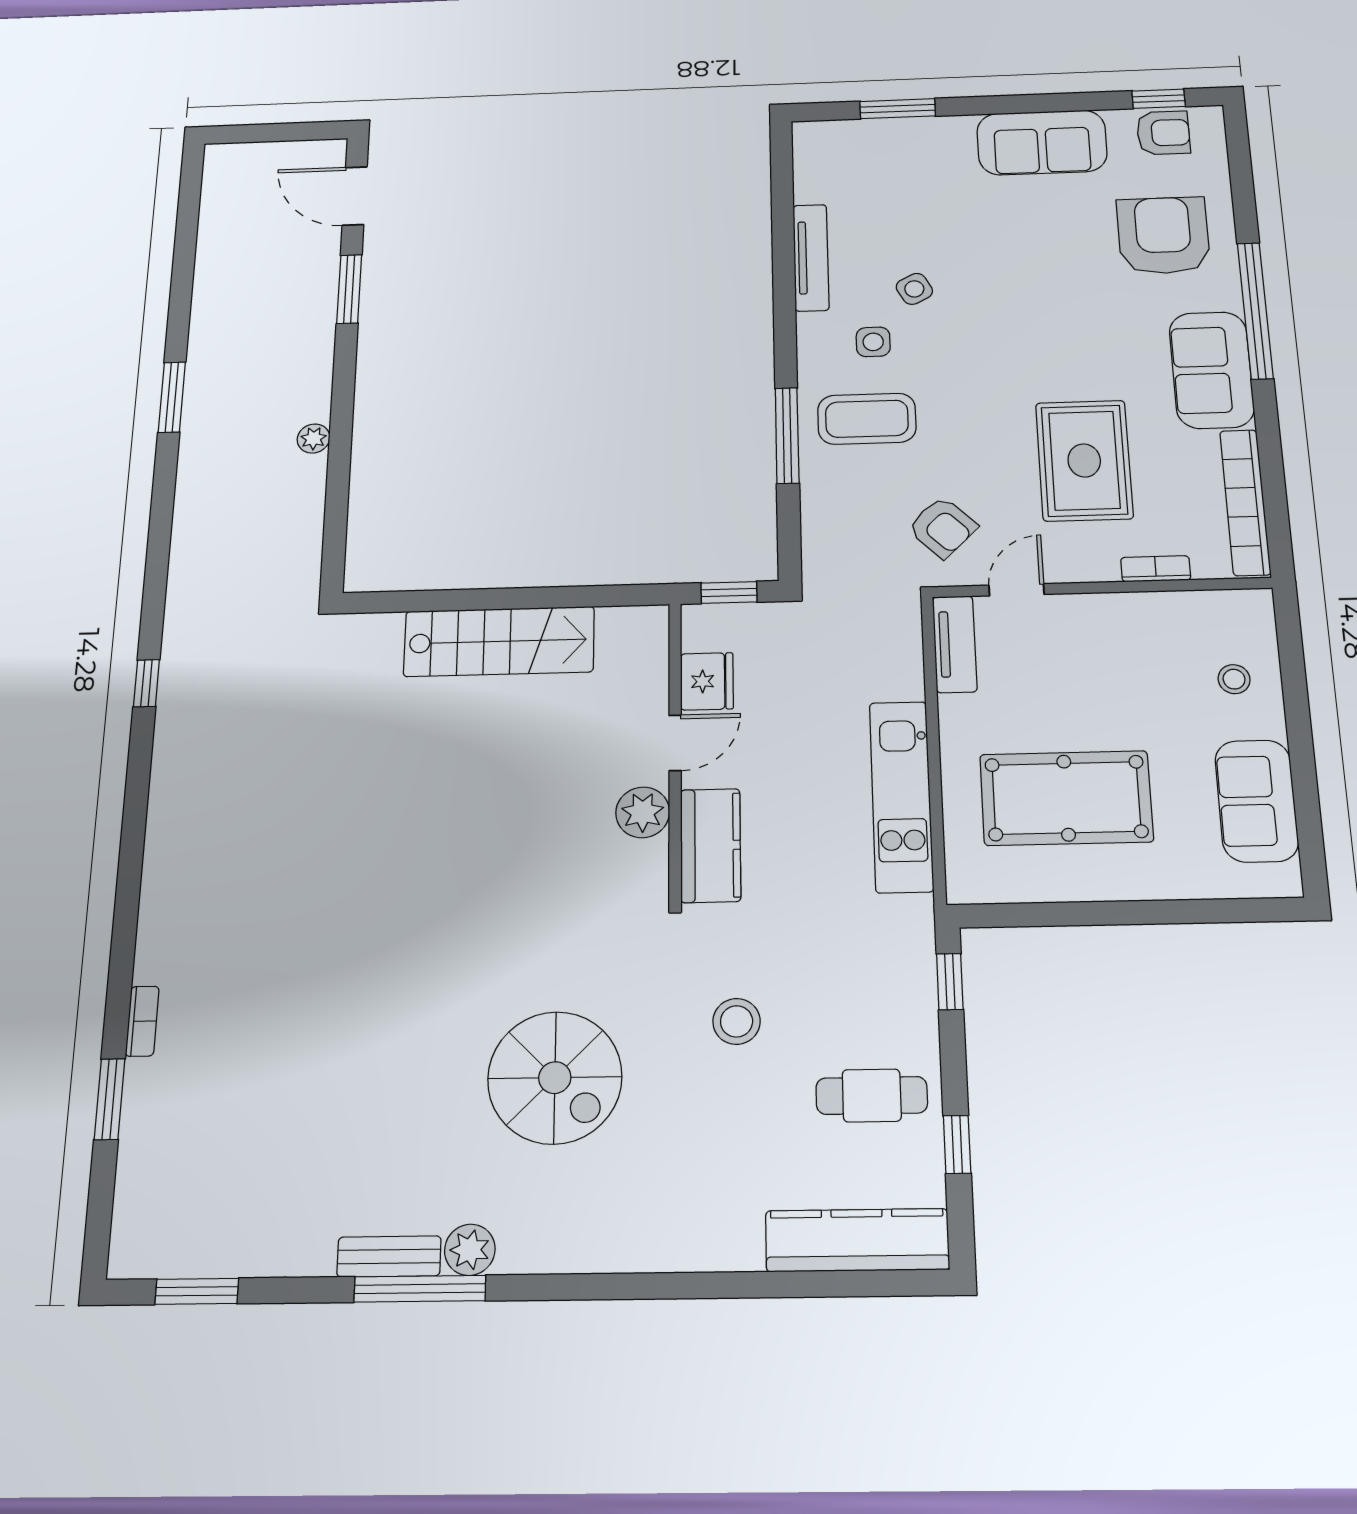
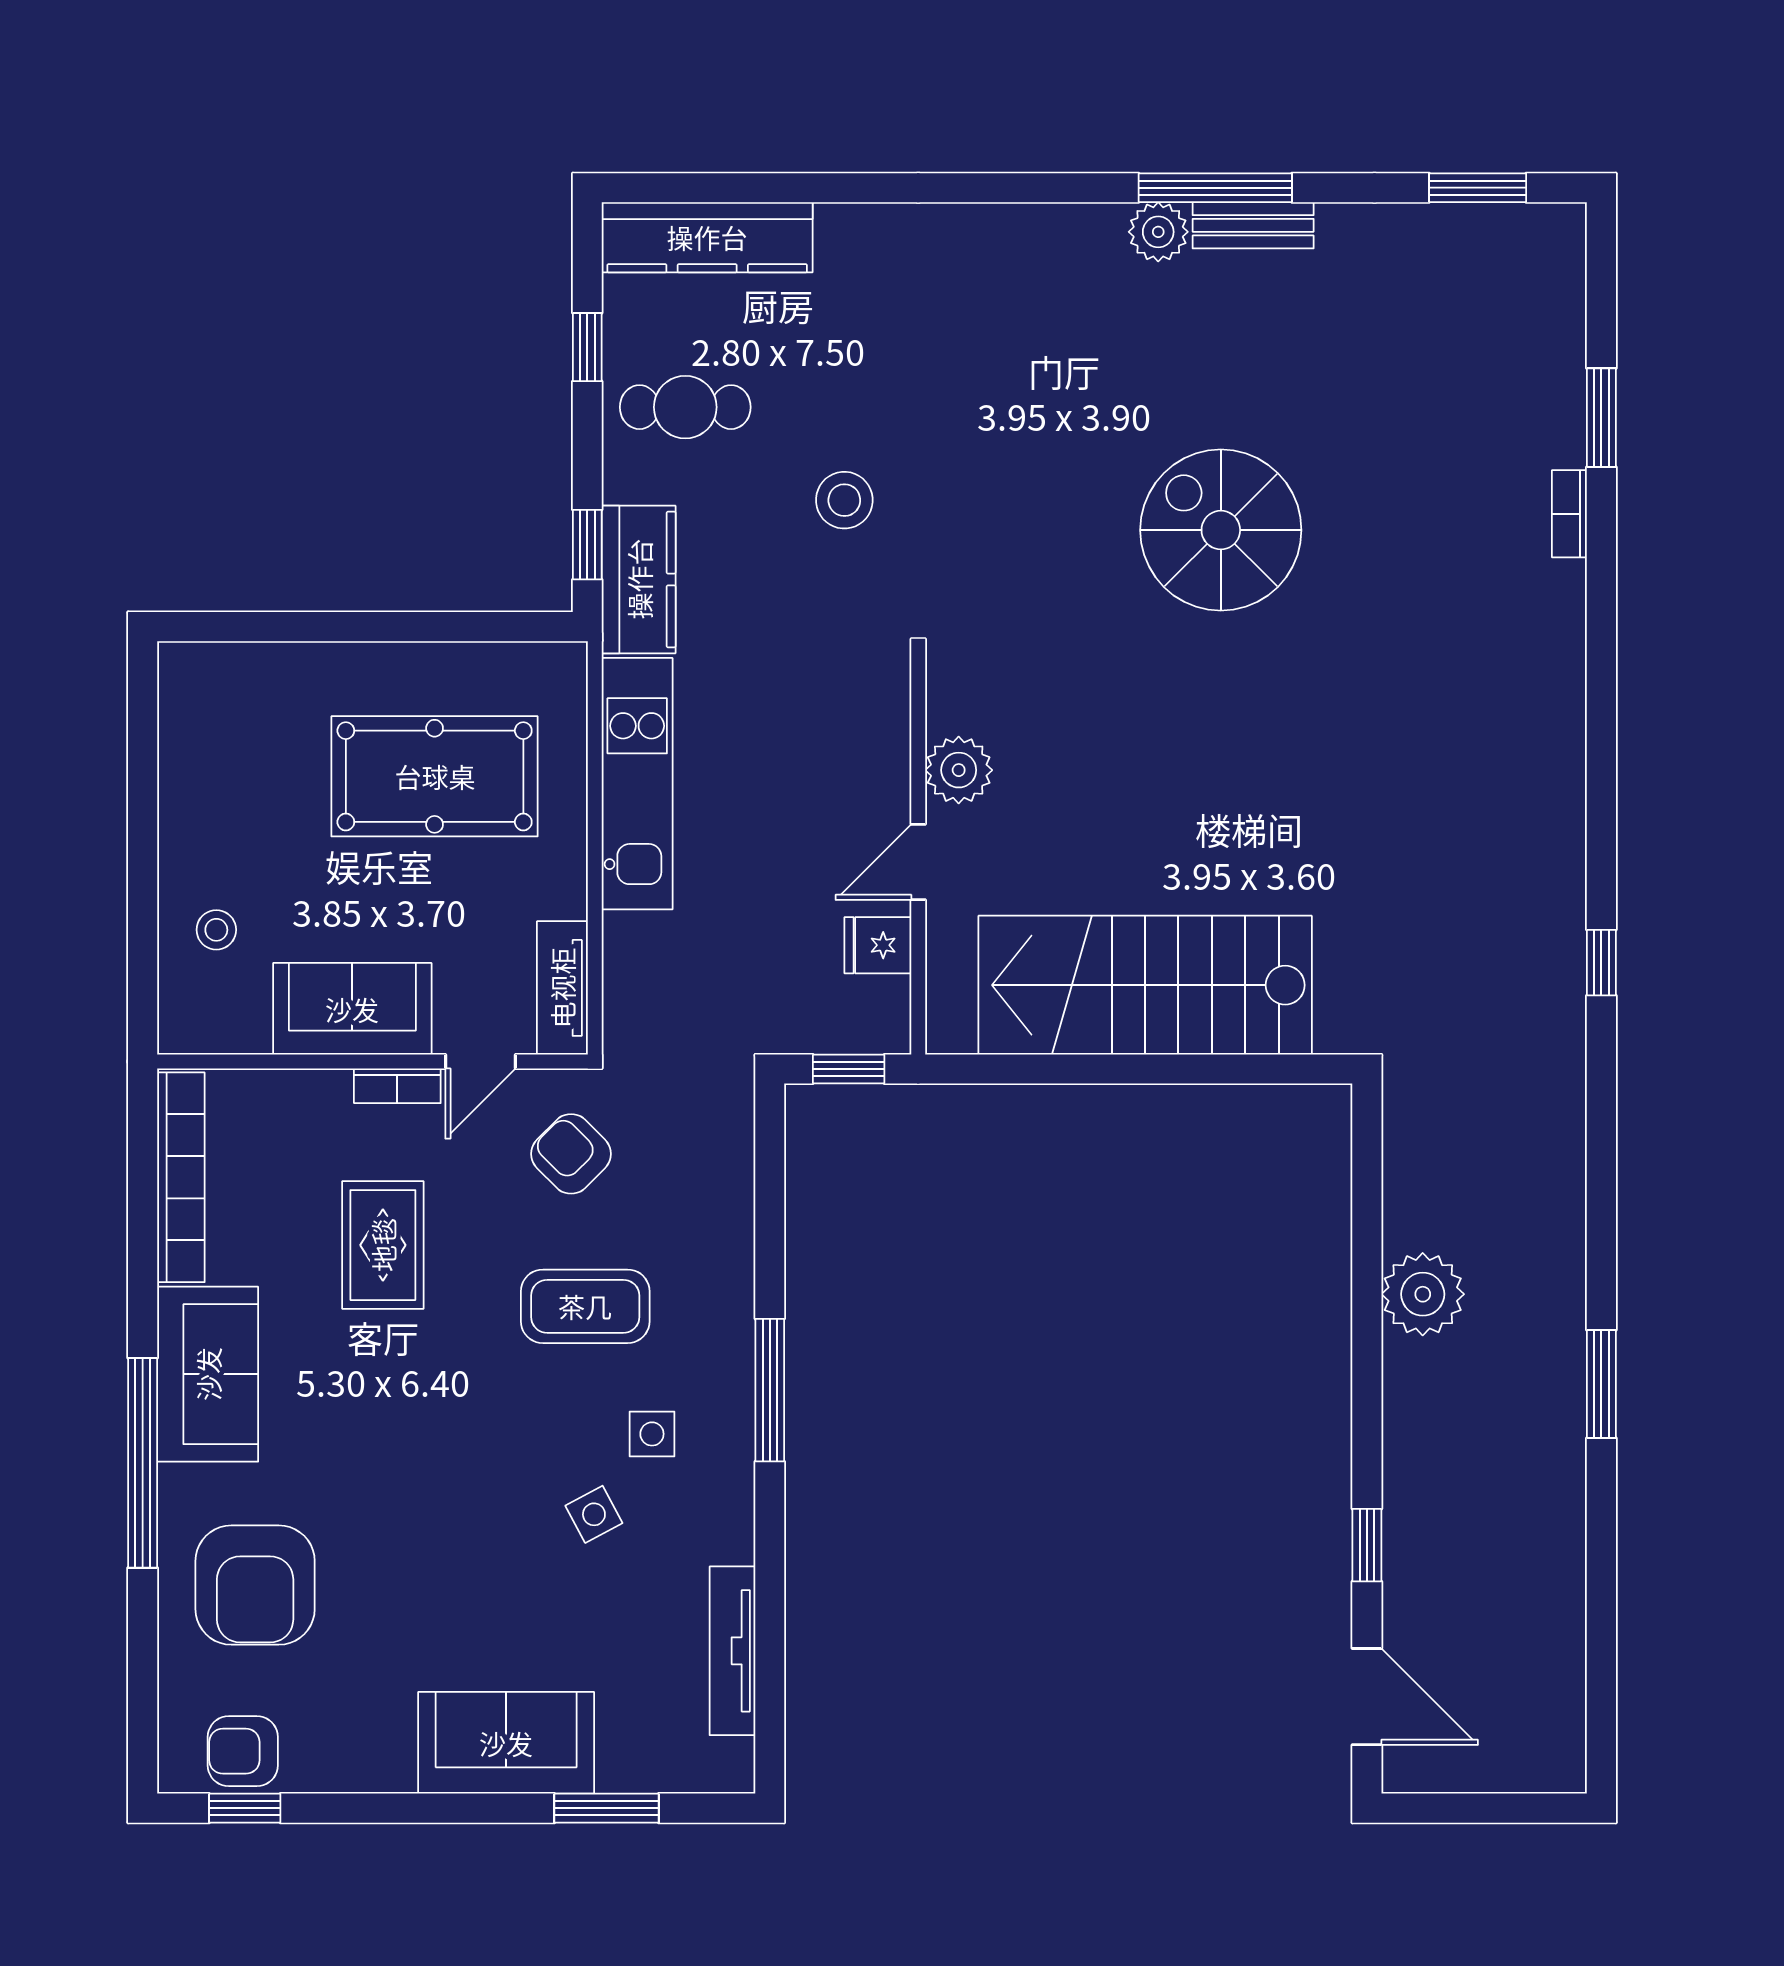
sofa: (1042, 142) -> (506, 1743), moved
tv unit: (811, 258) -> (732, 1651), moved
window: (349, 289) -> (1367, 1545), width x0.67
coffee table: (867, 419) -> (585, 1306), moved
window: (787, 435) -> (770, 1390), moved
plant: (314, 439) -> (1423, 1294), width x1.87, depth x1.87
rug: (1084, 460) -> (383, 1245), width x0.73, depth x0.70
bookcase: (1156, 569) -> (397, 1086), moved
stairs: (499, 641) -> (1145, 985), width x1.36, depth x1.51
fridge: (707, 681) -> (878, 945), width x0.72
sofa: (1257, 801) -> (352, 1009), moved, turned -90
kitchen counter: (710, 845) -> (639, 579), moved, turned 180
spiral stairs: (555, 1078) -> (1221, 530), moved

